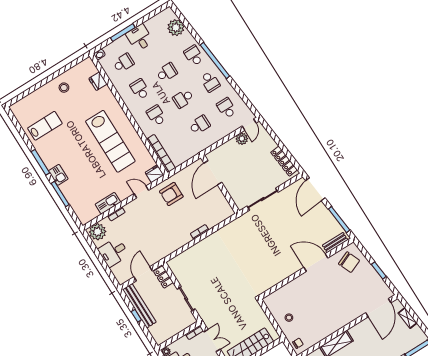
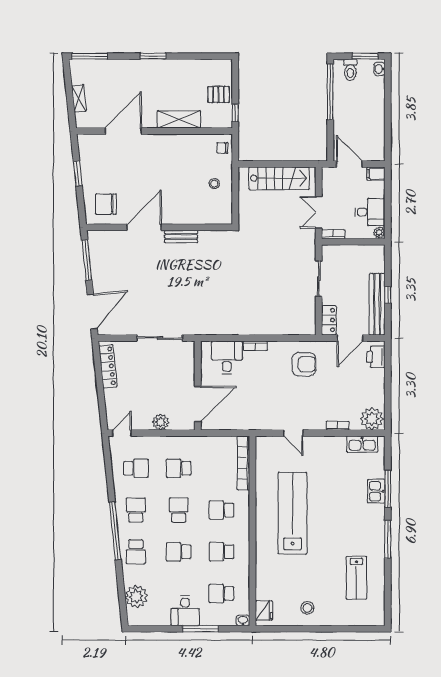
fridge: (98, 81) -> (264, 610), moved
school desk: (140, 89) -> (222, 552), turned 90
school desk: (183, 99) -> (179, 510), turned -90
school desk: (226, 108) -> (136, 468), turned -90
school desk: (156, 115) -> (222, 510), turned 90
lab bench: (45, 126) -> (356, 578), turned -90
plant: (242, 139) -> (161, 422), moved
fridge: (155, 174) -> (265, 444), removed
kitchen sink: (58, 175) -> (376, 491), moved
armchair: (171, 194) -> (304, 364), moved
kitchen sink: (108, 203) -> (362, 444), moved
bench: (335, 243) -> (181, 237), moved
desk: (113, 252) -> (227, 357), moved, turned -90
chair: (349, 262) -> (106, 204), turned -67
door: (316, 263) -> (144, 227), swing flipped
printer: (119, 272) -> (376, 357), added
door: (378, 308) -> (123, 131), moved

